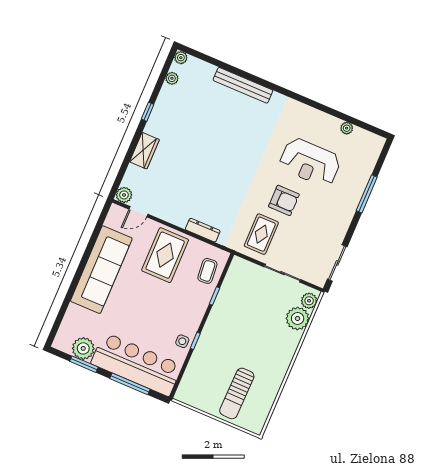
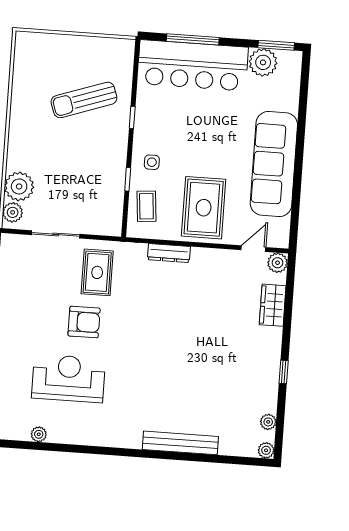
wardrobe: (144, 151) -> (273, 305), moved
armchair: (284, 200) -> (84, 322), turned 180
side table: (182, 341) -> (152, 162), moved
window: (84, 364) -> (276, 45), moved
sun lounger: (237, 393) -> (84, 100), moved, turned -110

